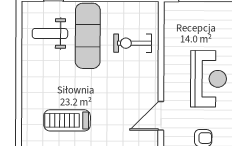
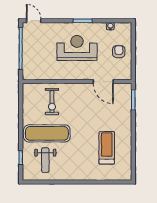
treadmill: (67, 120) -> (107, 148), turned 180

